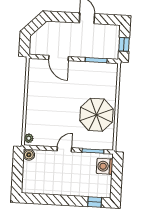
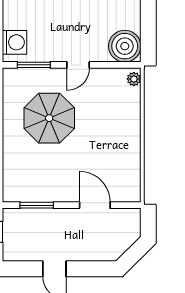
parasol: (96, 115) -> (49, 118), moved
boiler: (29, 155) -> (125, 46), width x1.86, depth x1.86

